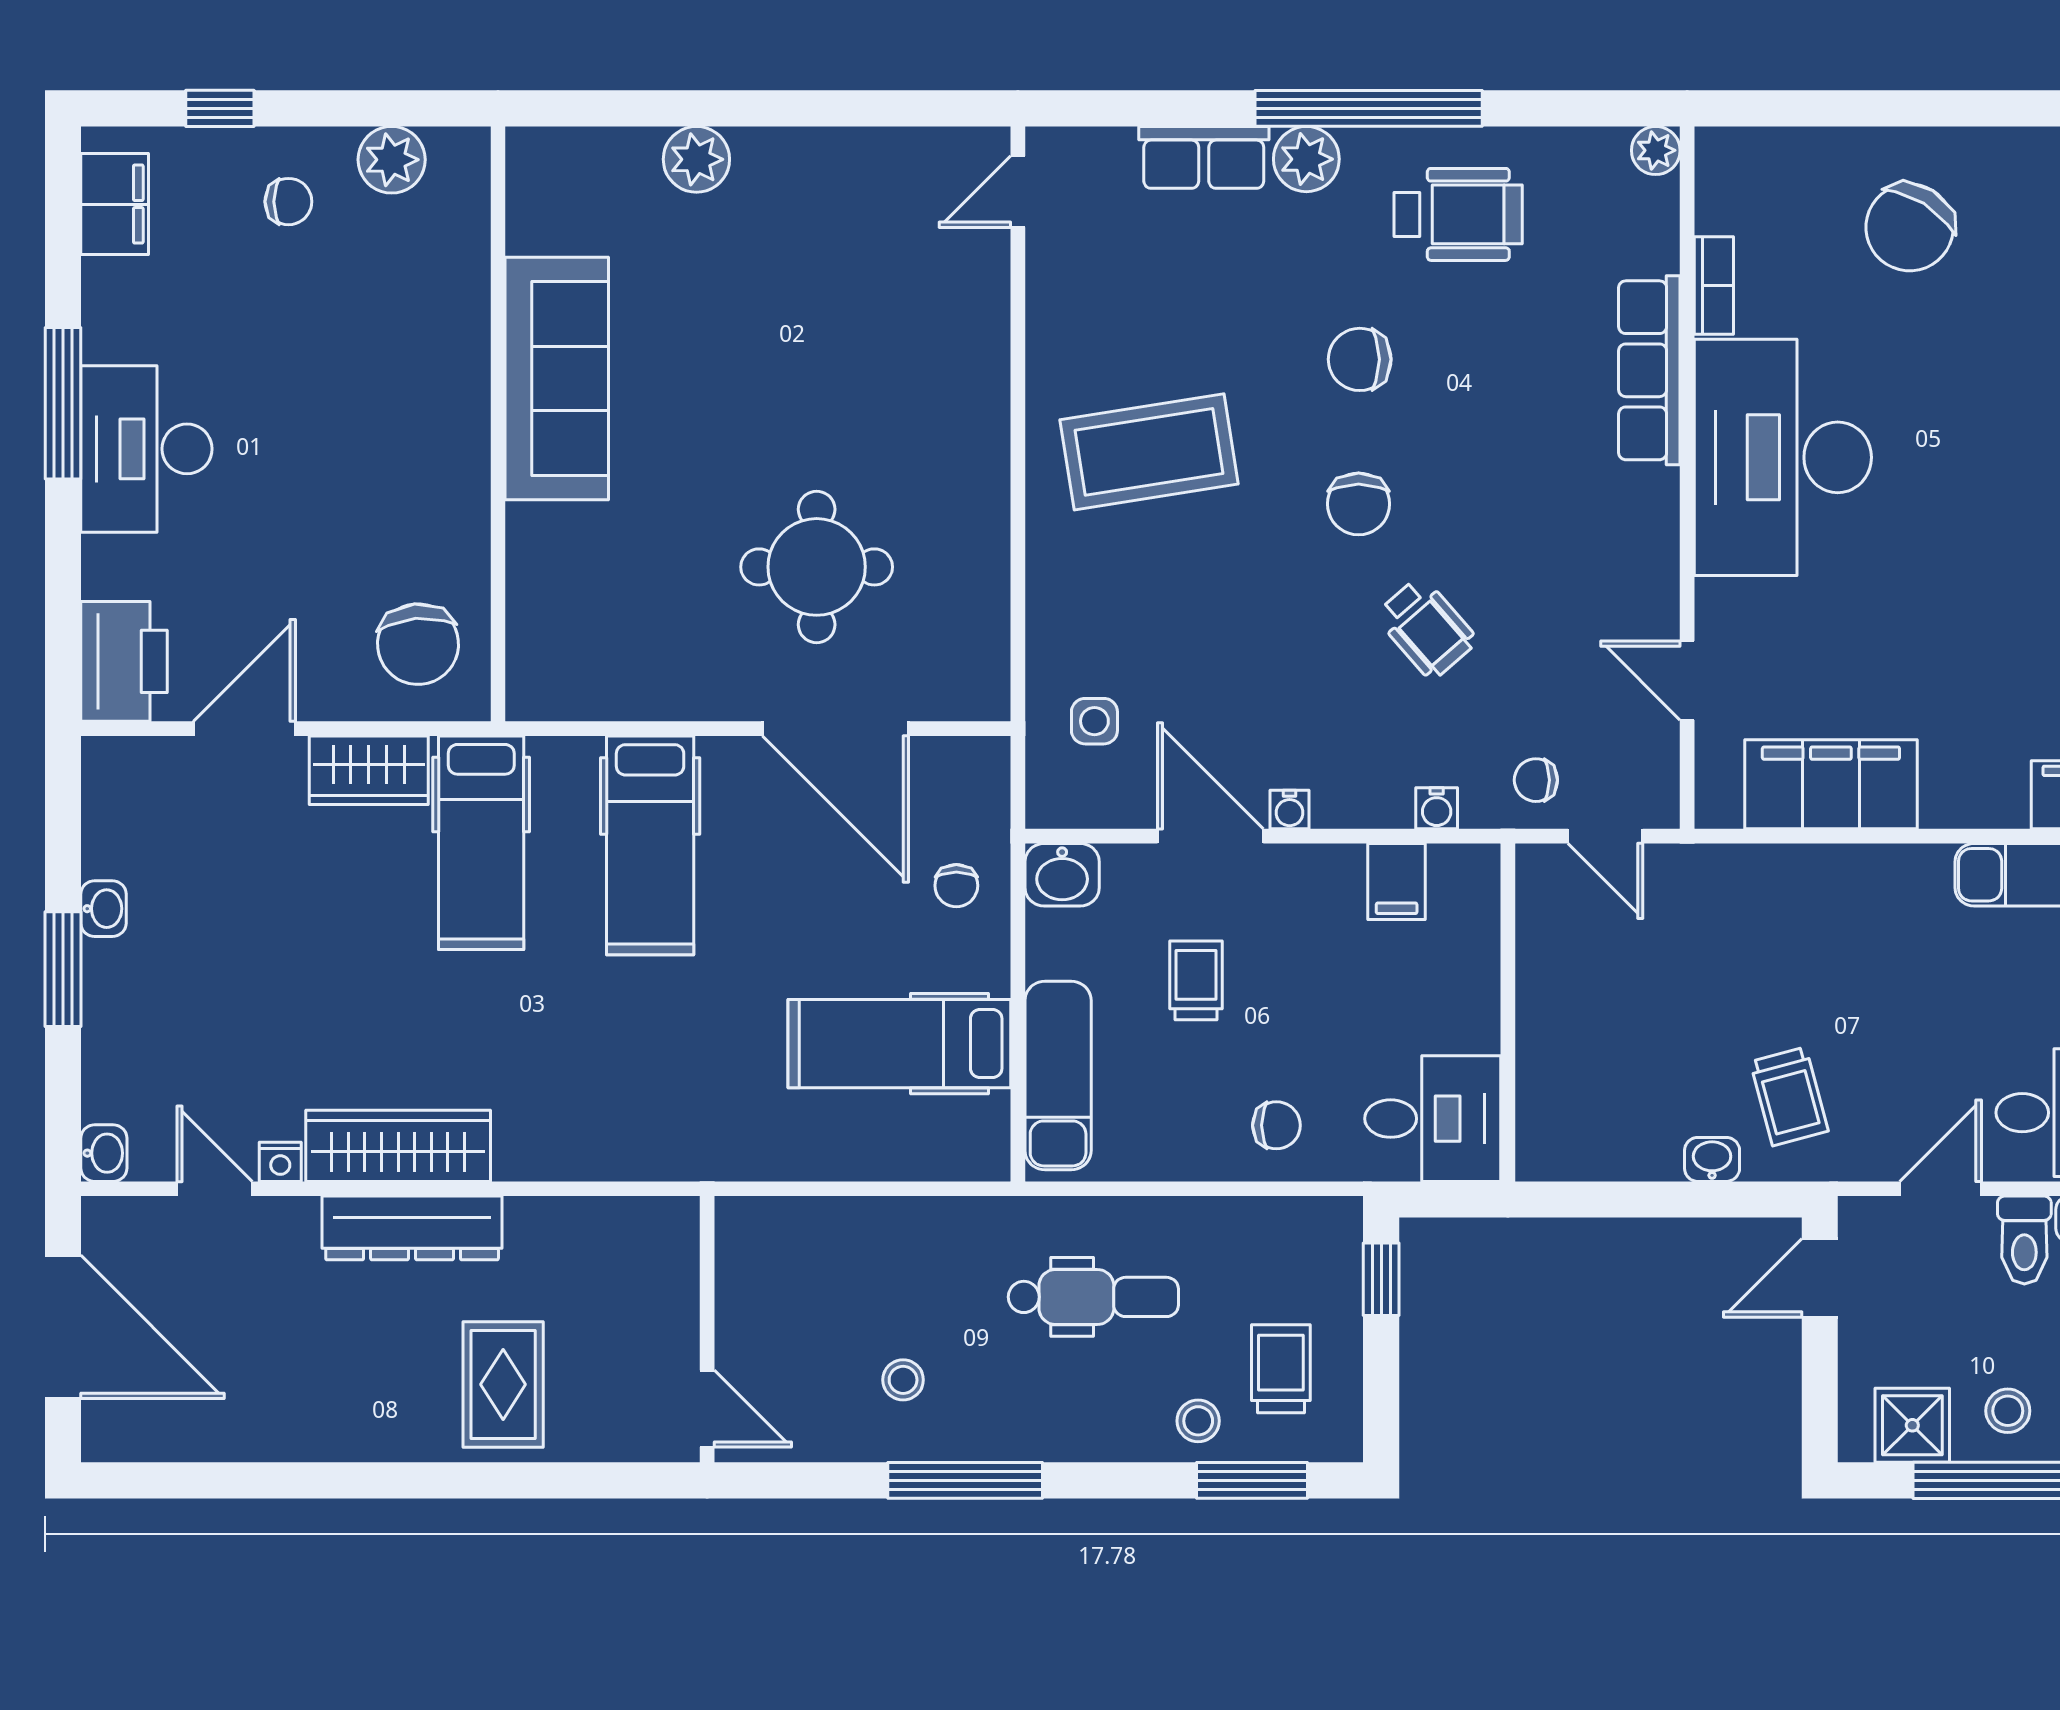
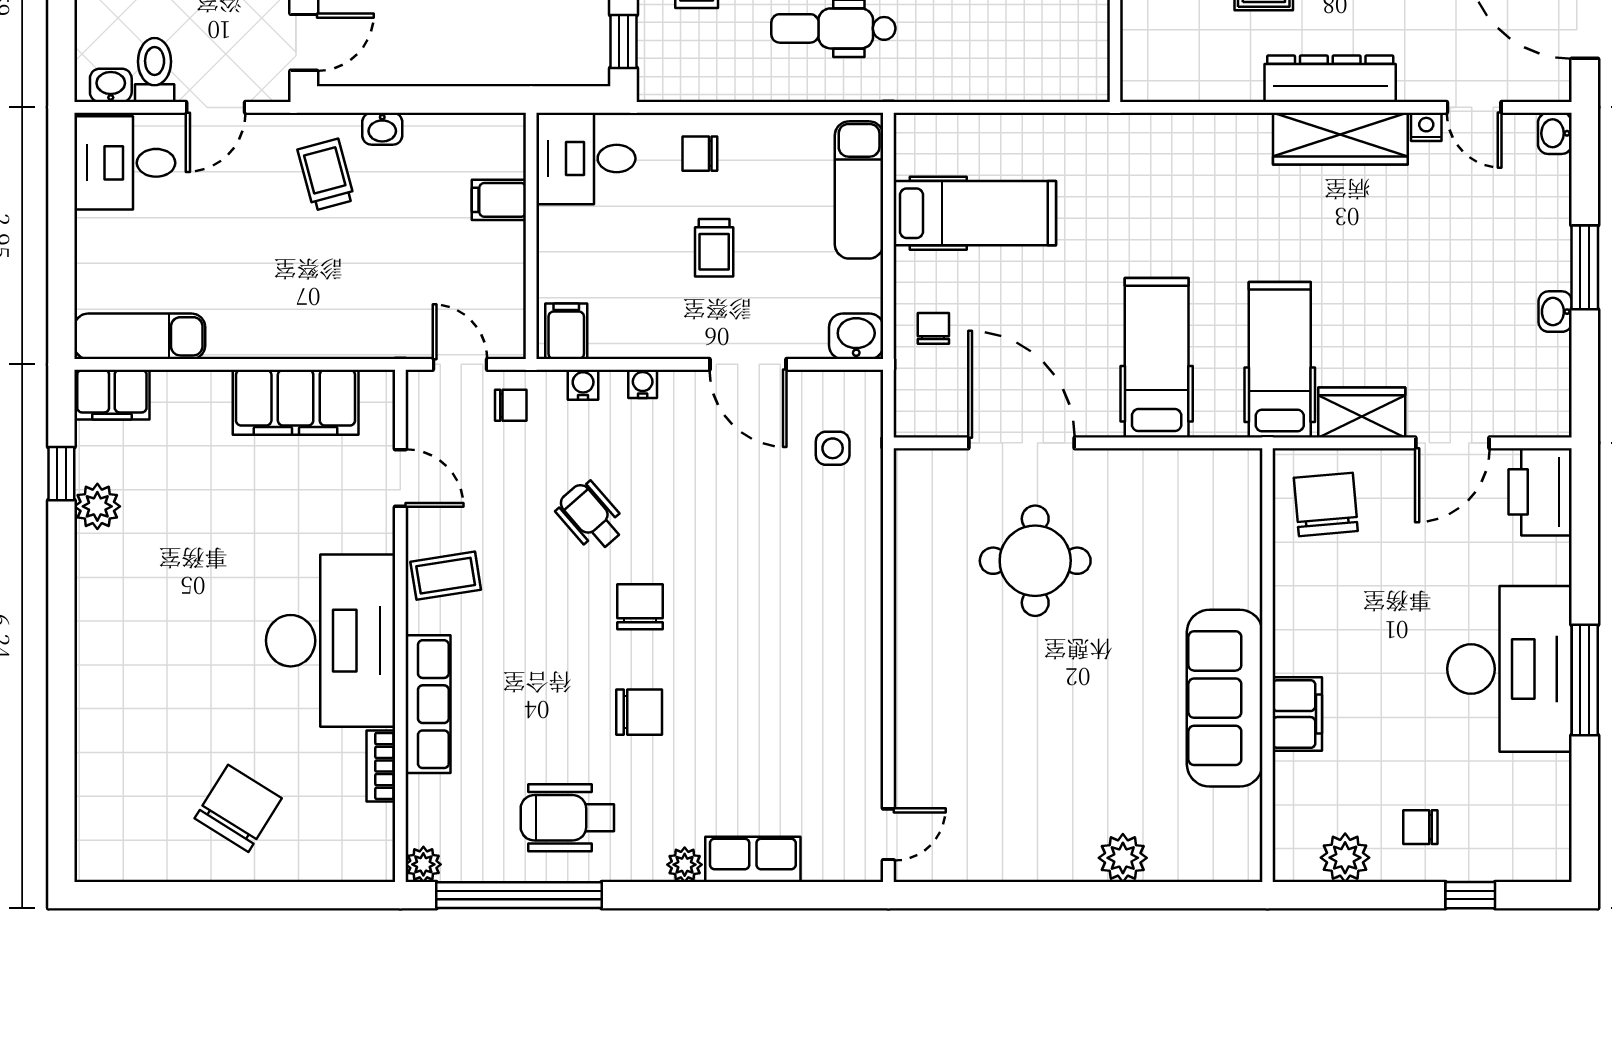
window: (1369, 108) -> (519, 895), moved
plant: (1306, 159) -> (685, 865), width x0.73, depth x0.73
filing cabinet: (115, 204) -> (1297, 714), moved, turned 180
desk: (146, 449) -> (1510, 669), width x1.36, depth x1.30
coffee table: (1149, 452) -> (446, 576), moved, width x0.54, depth x0.58
water cooler: (1290, 810) -> (643, 384), moved
filing cabinet: (1397, 882) -> (566, 331), moved
trolley: (1196, 980) -> (714, 248), moved
filing cabinet: (1552, 1062) -> (499, 200), added

